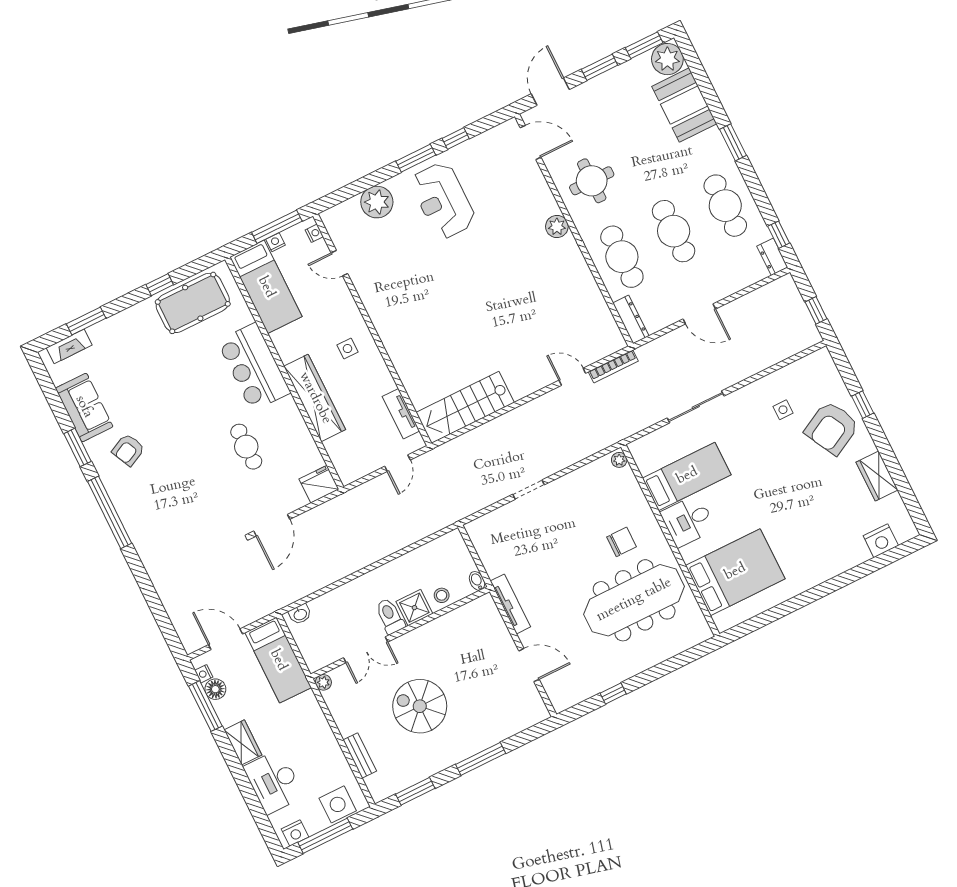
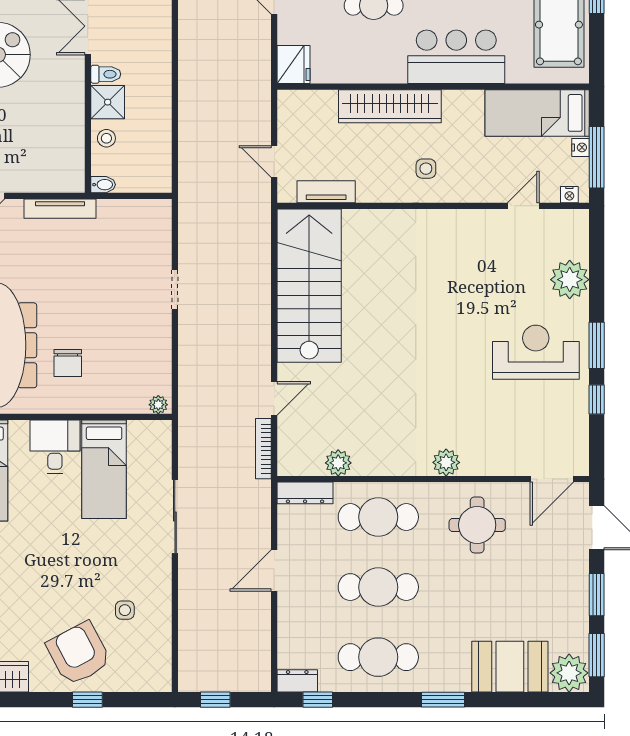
plant: (597, 306) -> (338, 463), added
stairs: (465, 407) -> (309, 286), width x1.36, depth x1.51
toilet: (390, 616) -> (106, 74), width x0.73, depth x0.72

